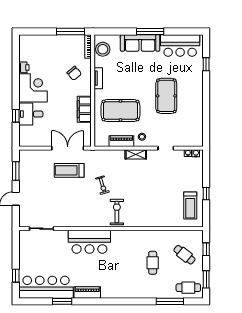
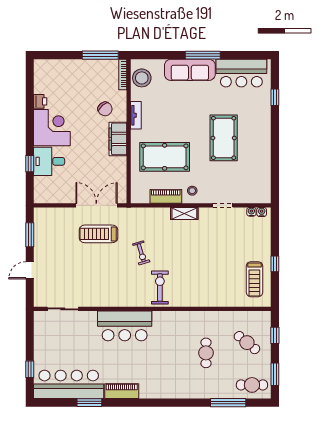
filing cabinet: (84, 109) -> (118, 139), moved

